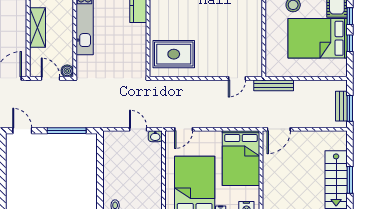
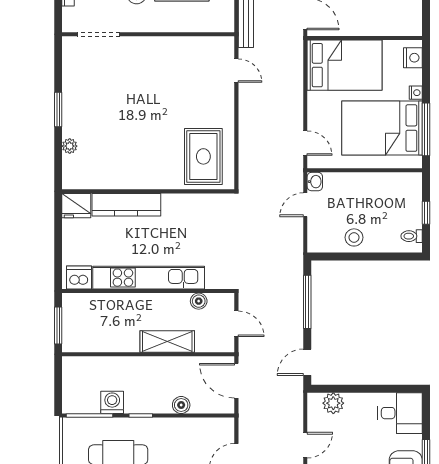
boiler: (67, 71) -> (199, 301), moved
door: (51, 78) -> (236, 324), swing flipped
stool: (114, 165) -> (354, 237), added

